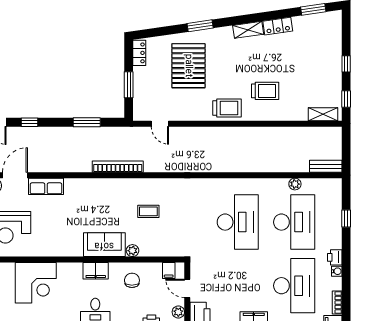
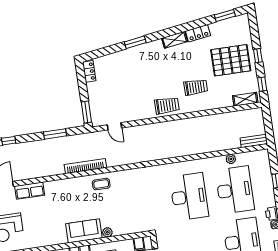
pallet: (188, 66) -> (231, 60), moved, turned 90
window: (129, 85) -> (86, 112), moved
coffee table: (148, 211) -> (101, 184), moved

